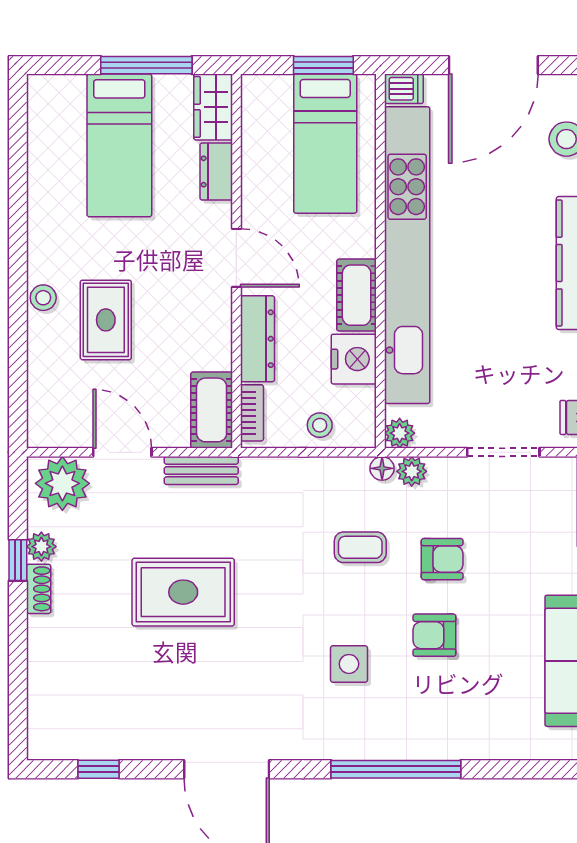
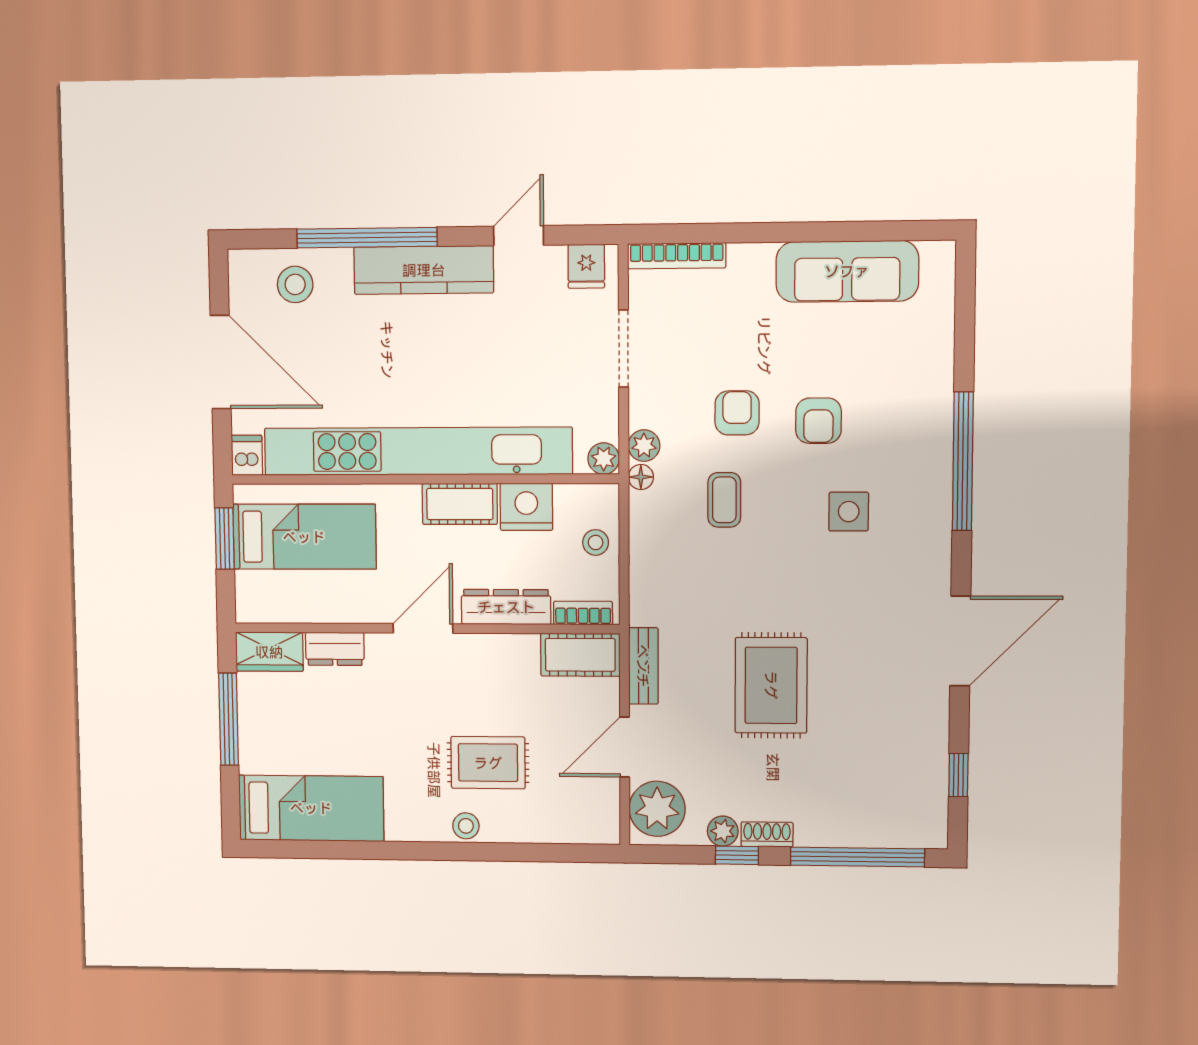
bed: (119, 145) -> (311, 808), moved
window: (18, 675) -> (857, 857), added

